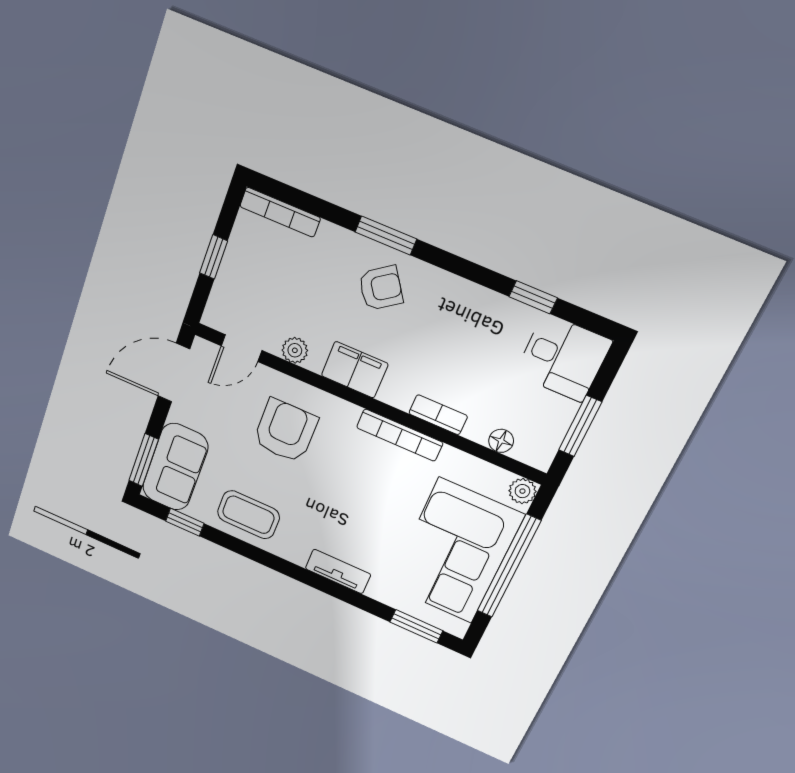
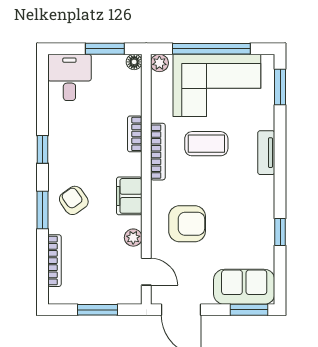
bookcase: (280, 212) -> (54, 261), moved
window: (214, 257) -> (97, 310), width x1.50
window: (533, 297) -> (42, 149), moved
armchair: (285, 431) -> (187, 224), turned 180
floor lamp: (501, 441) -> (134, 62), moved
coffee table: (248, 515) -> (206, 144), moved, turned 90
window: (185, 522) -> (280, 232), moved

